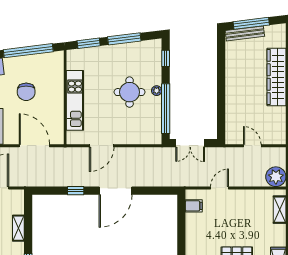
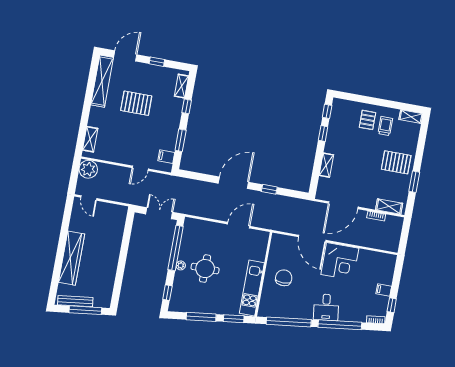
bench: (245, 33) -> (75, 301), moved
chair: (26, 92) -> (284, 278), moved
kitchen unit: (75, 100) -> (252, 288), moved
door: (34, 146) -> (312, 239), moved
door: (252, 146) -> (89, 198), moved
window: (181, 226) -> (181, 140), added

